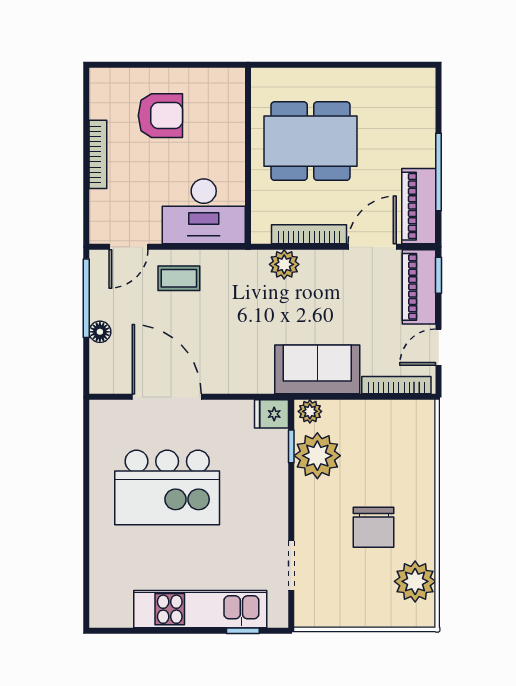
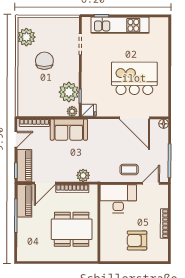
floor lamp: (100, 332) -> (164, 124), moved

